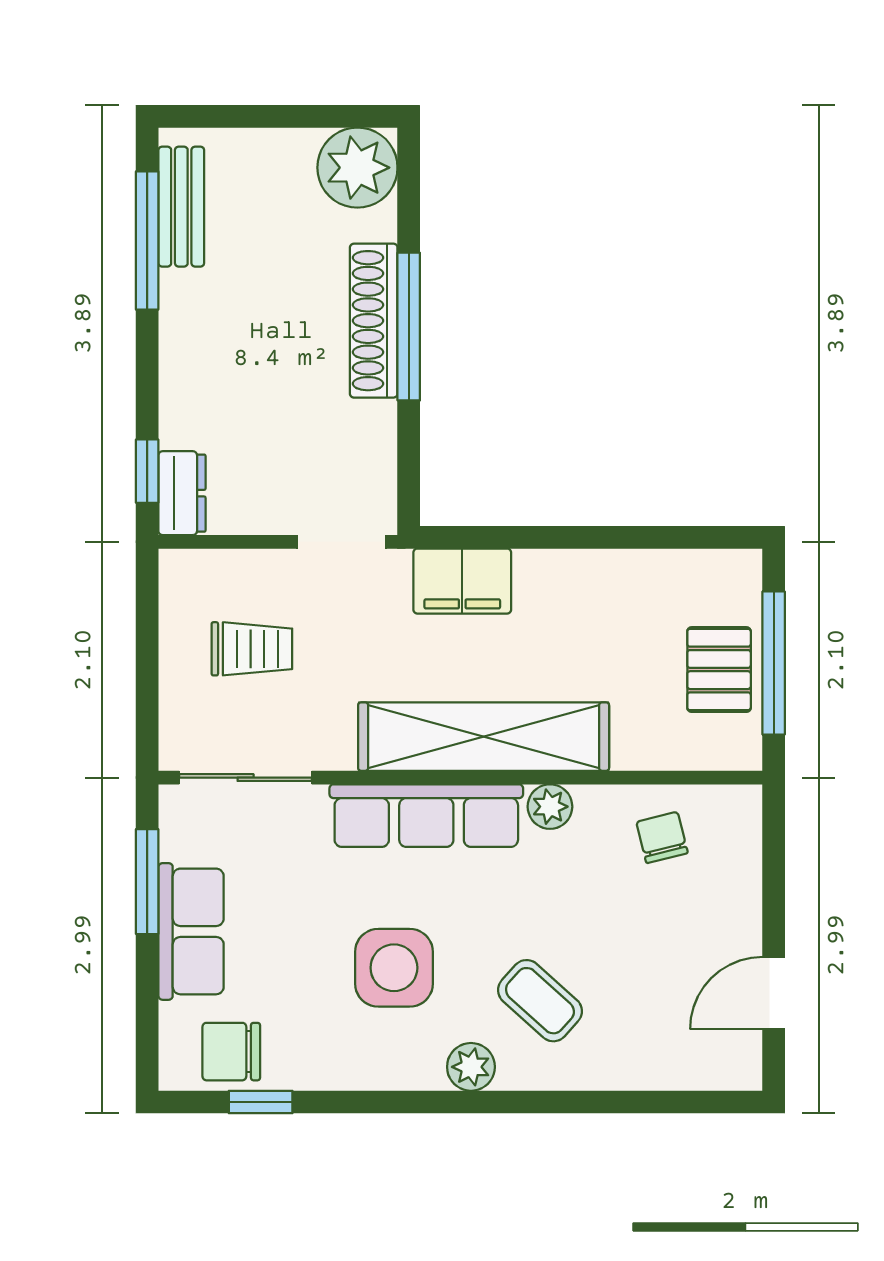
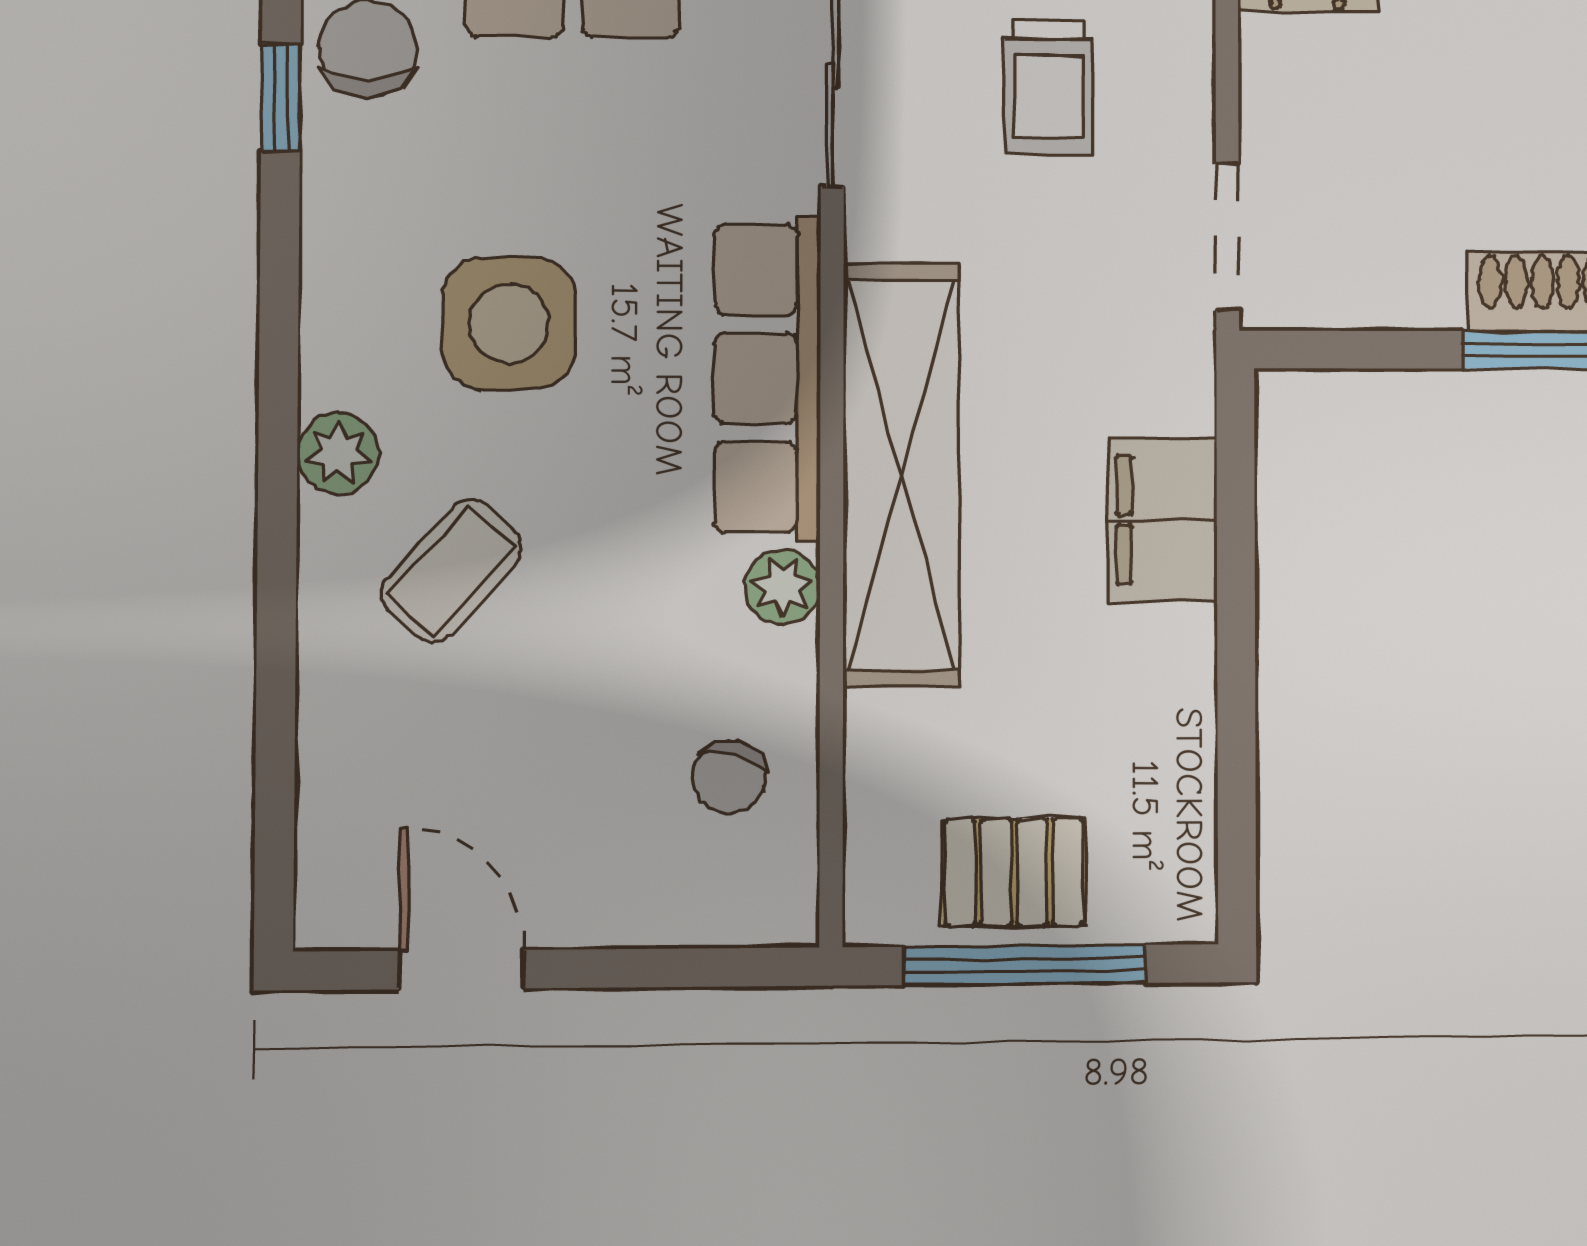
filing cabinet: (462, 581) -> (1163, 520), moved
chair: (662, 837) -> (729, 777), turned 120

